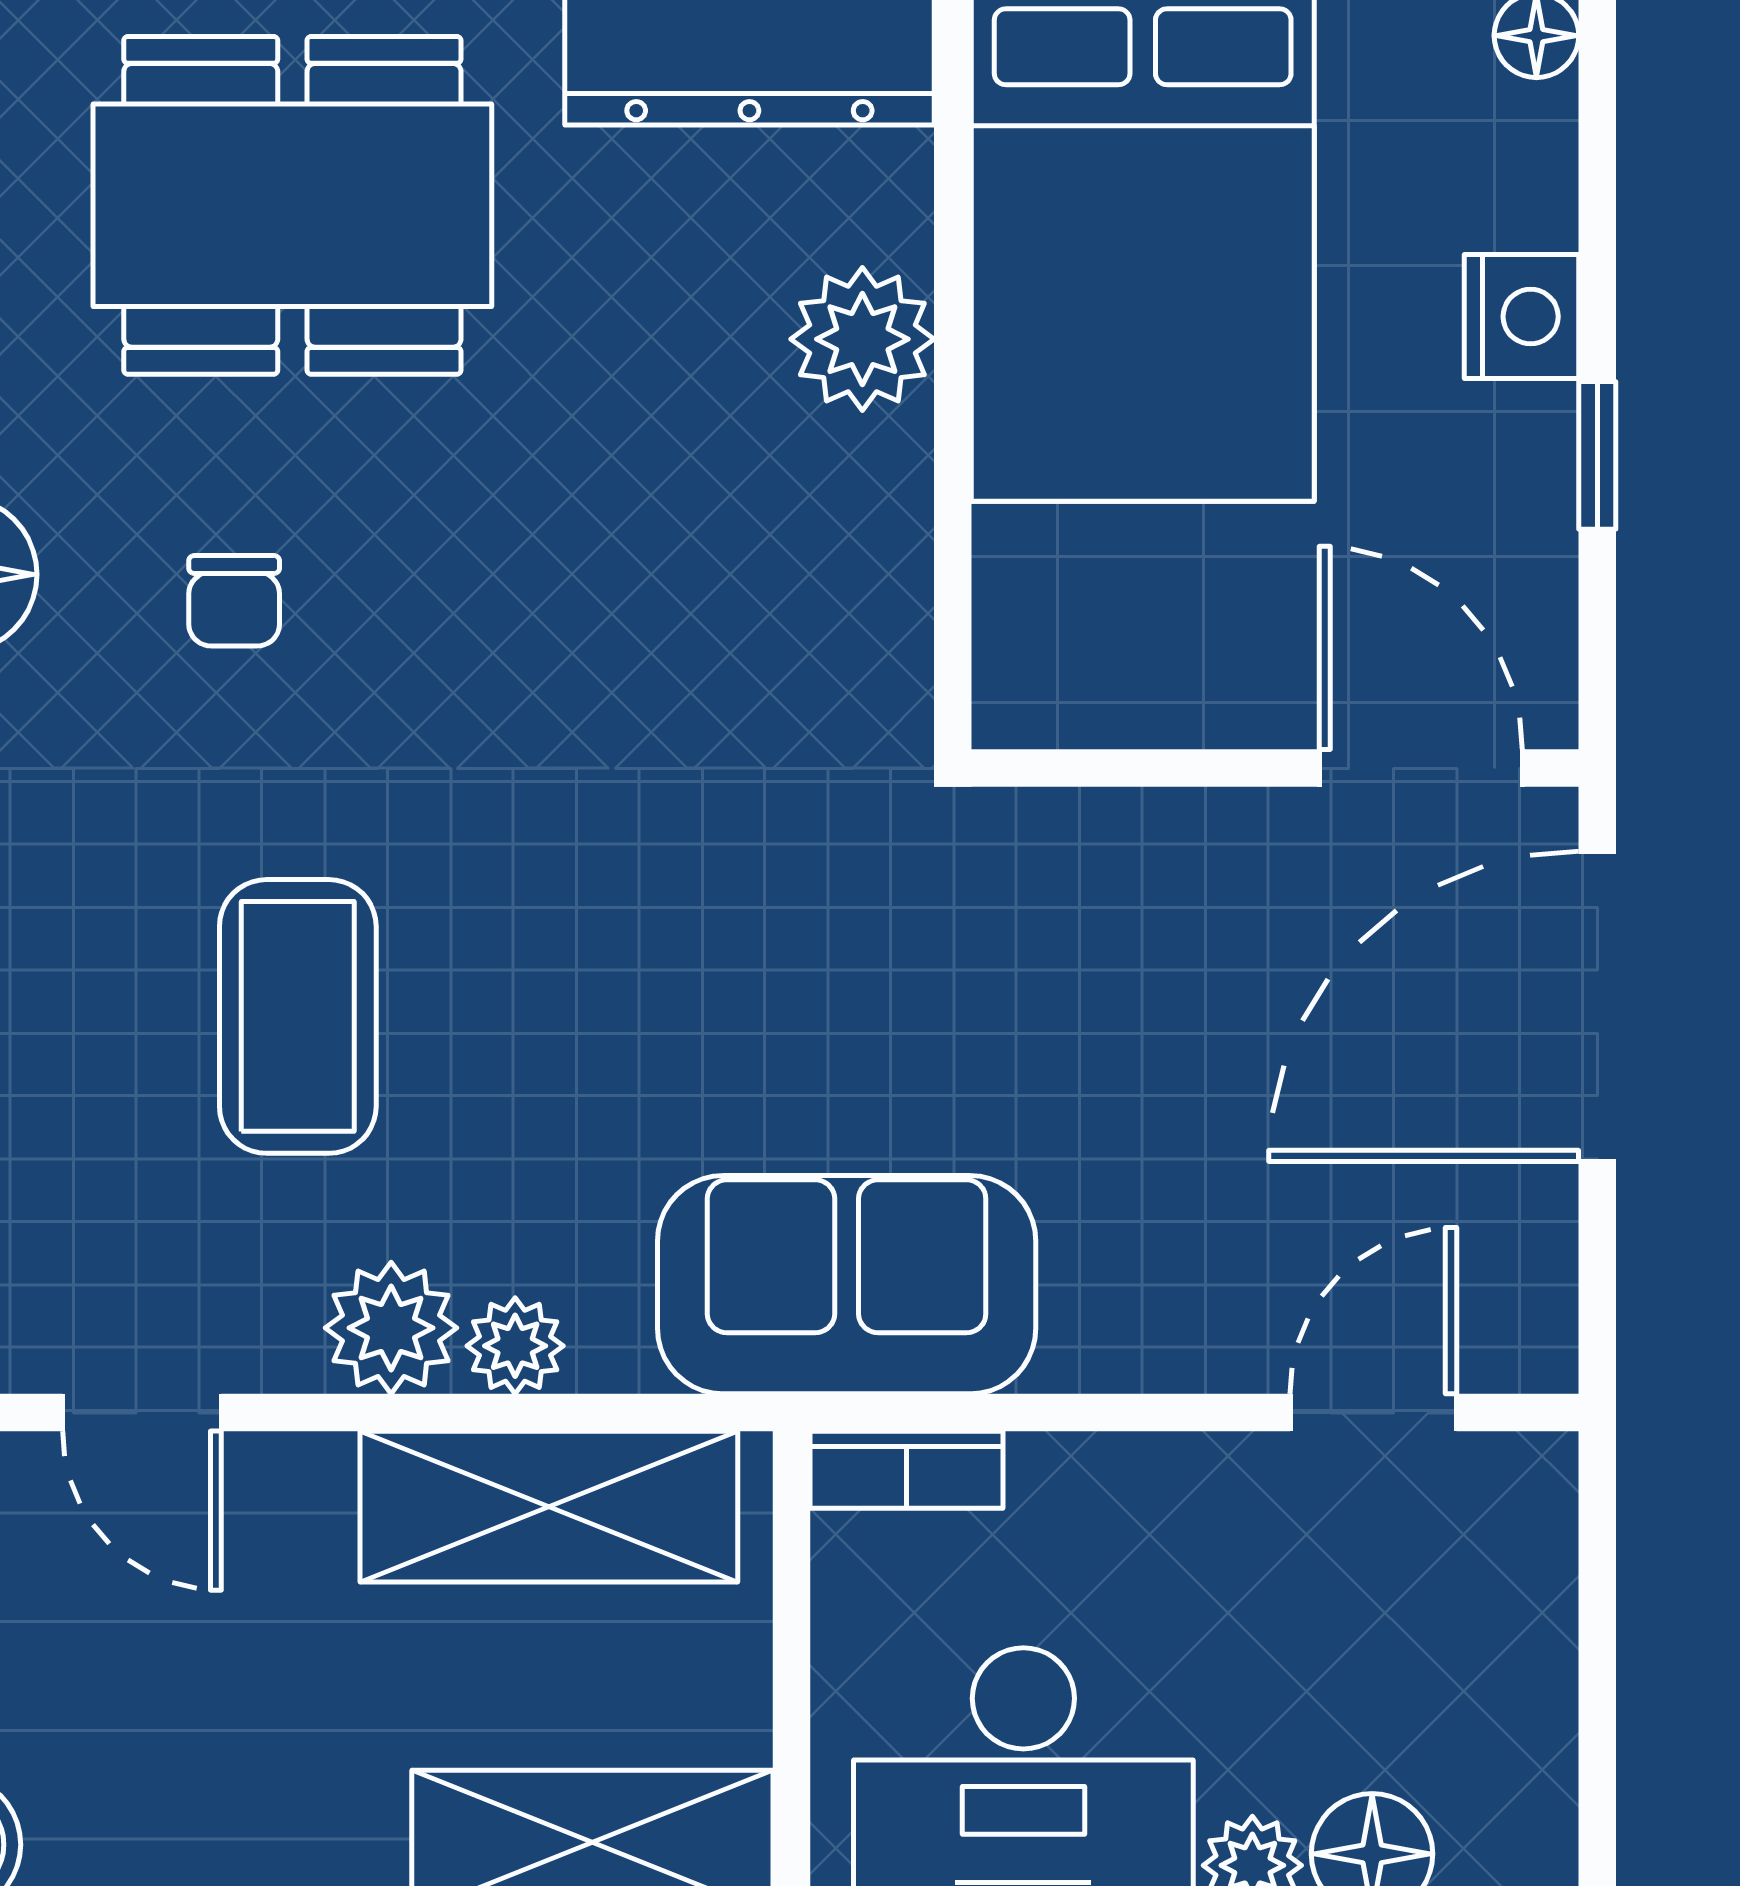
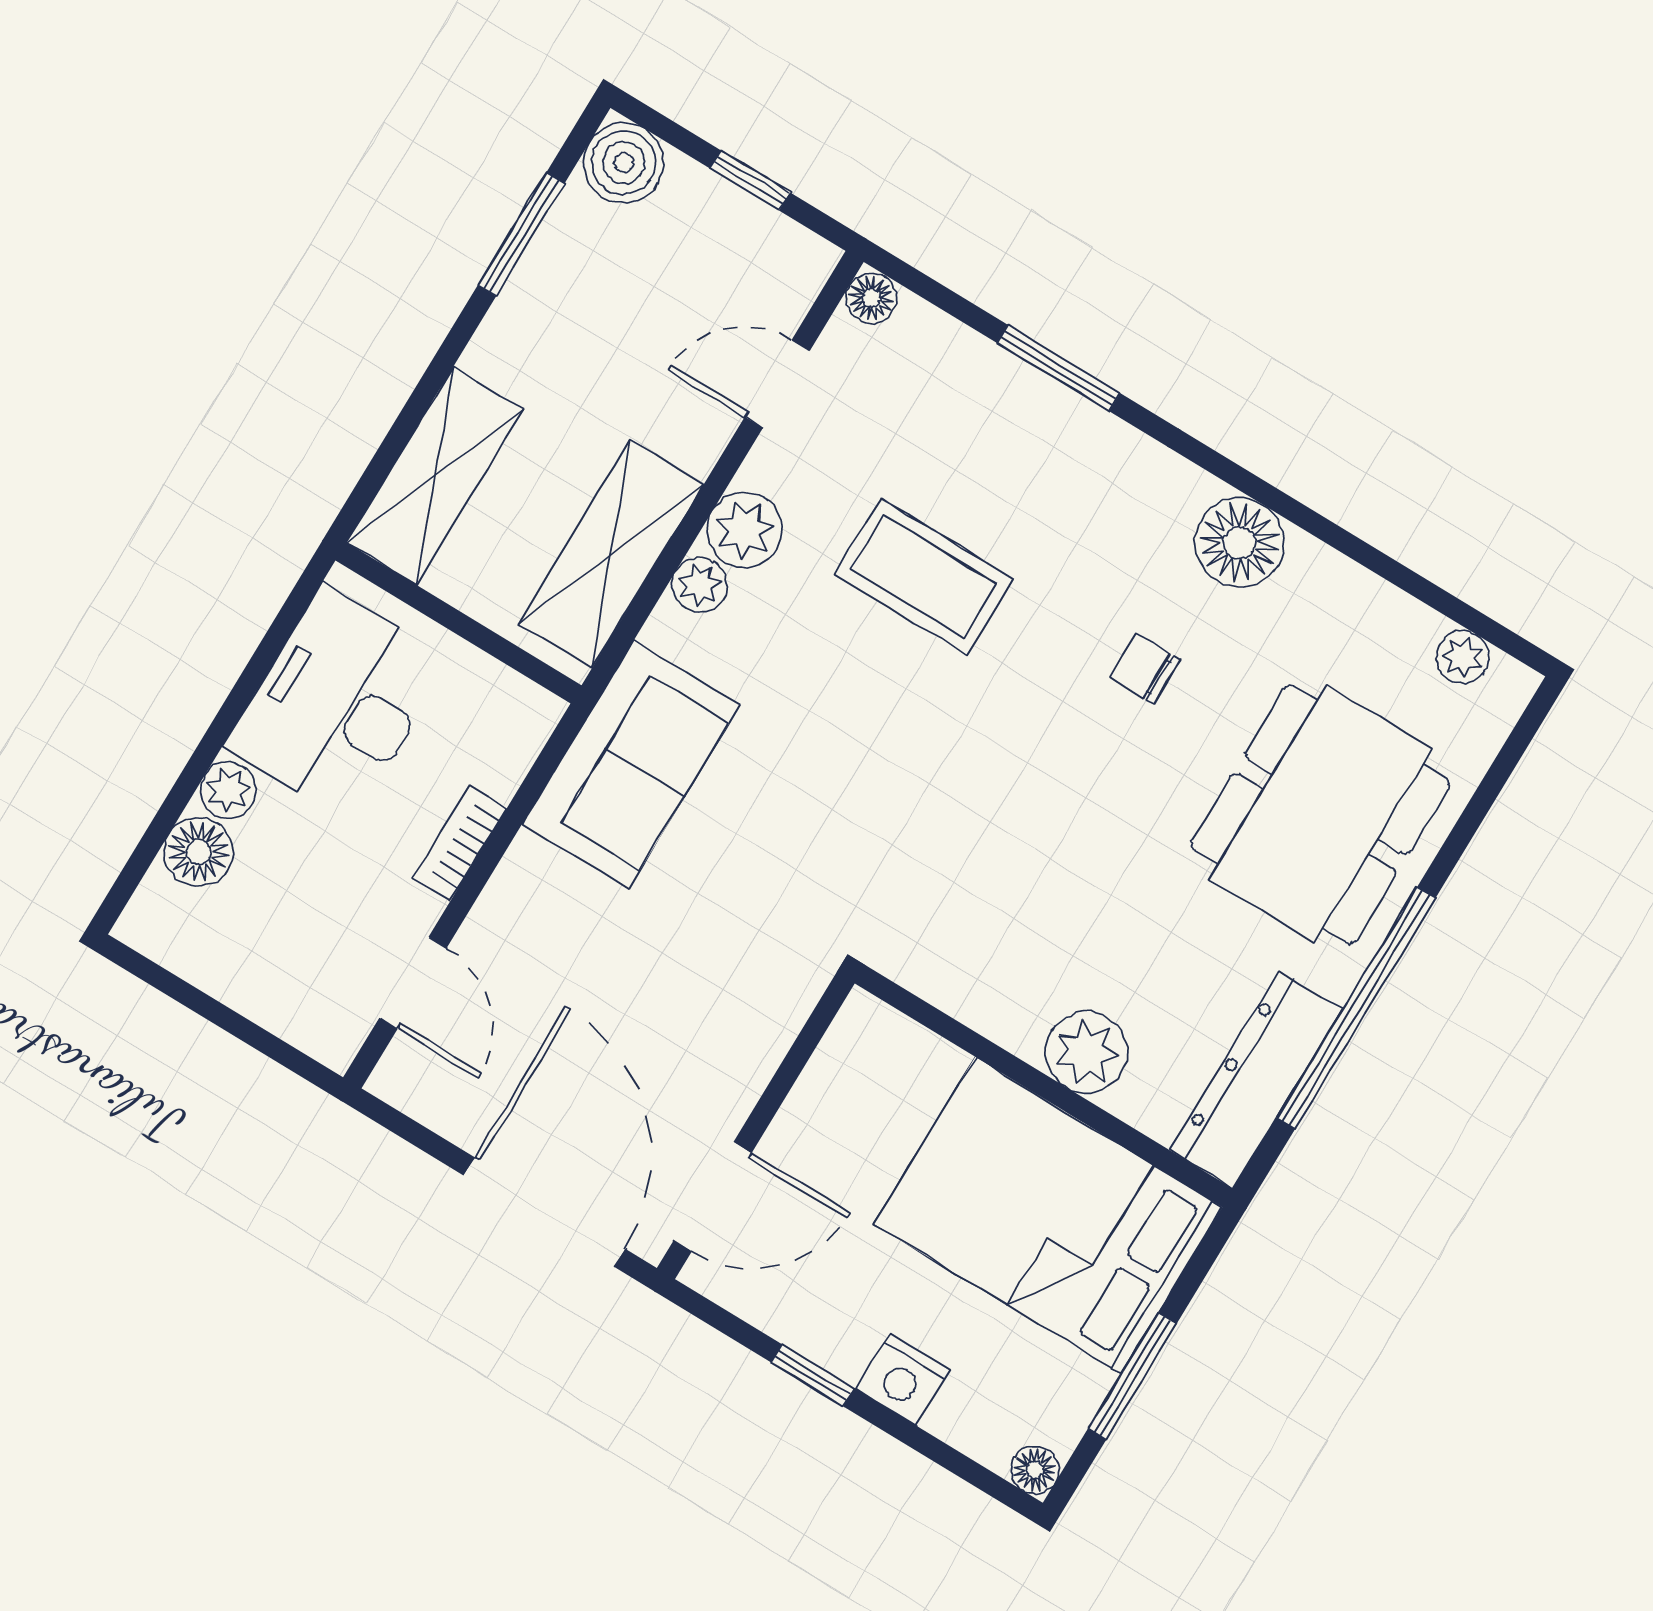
bookcase: (907, 1470) -> (460, 843), moved

